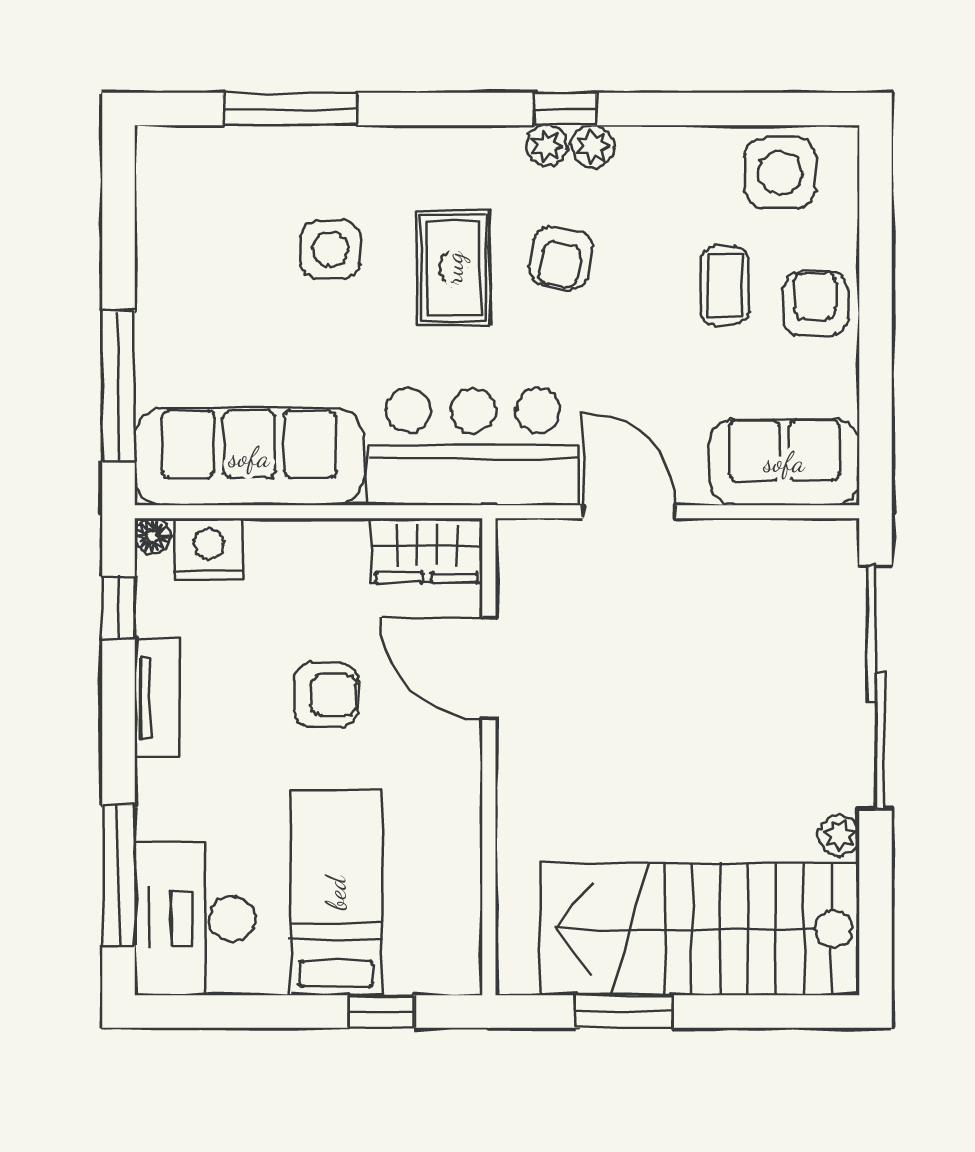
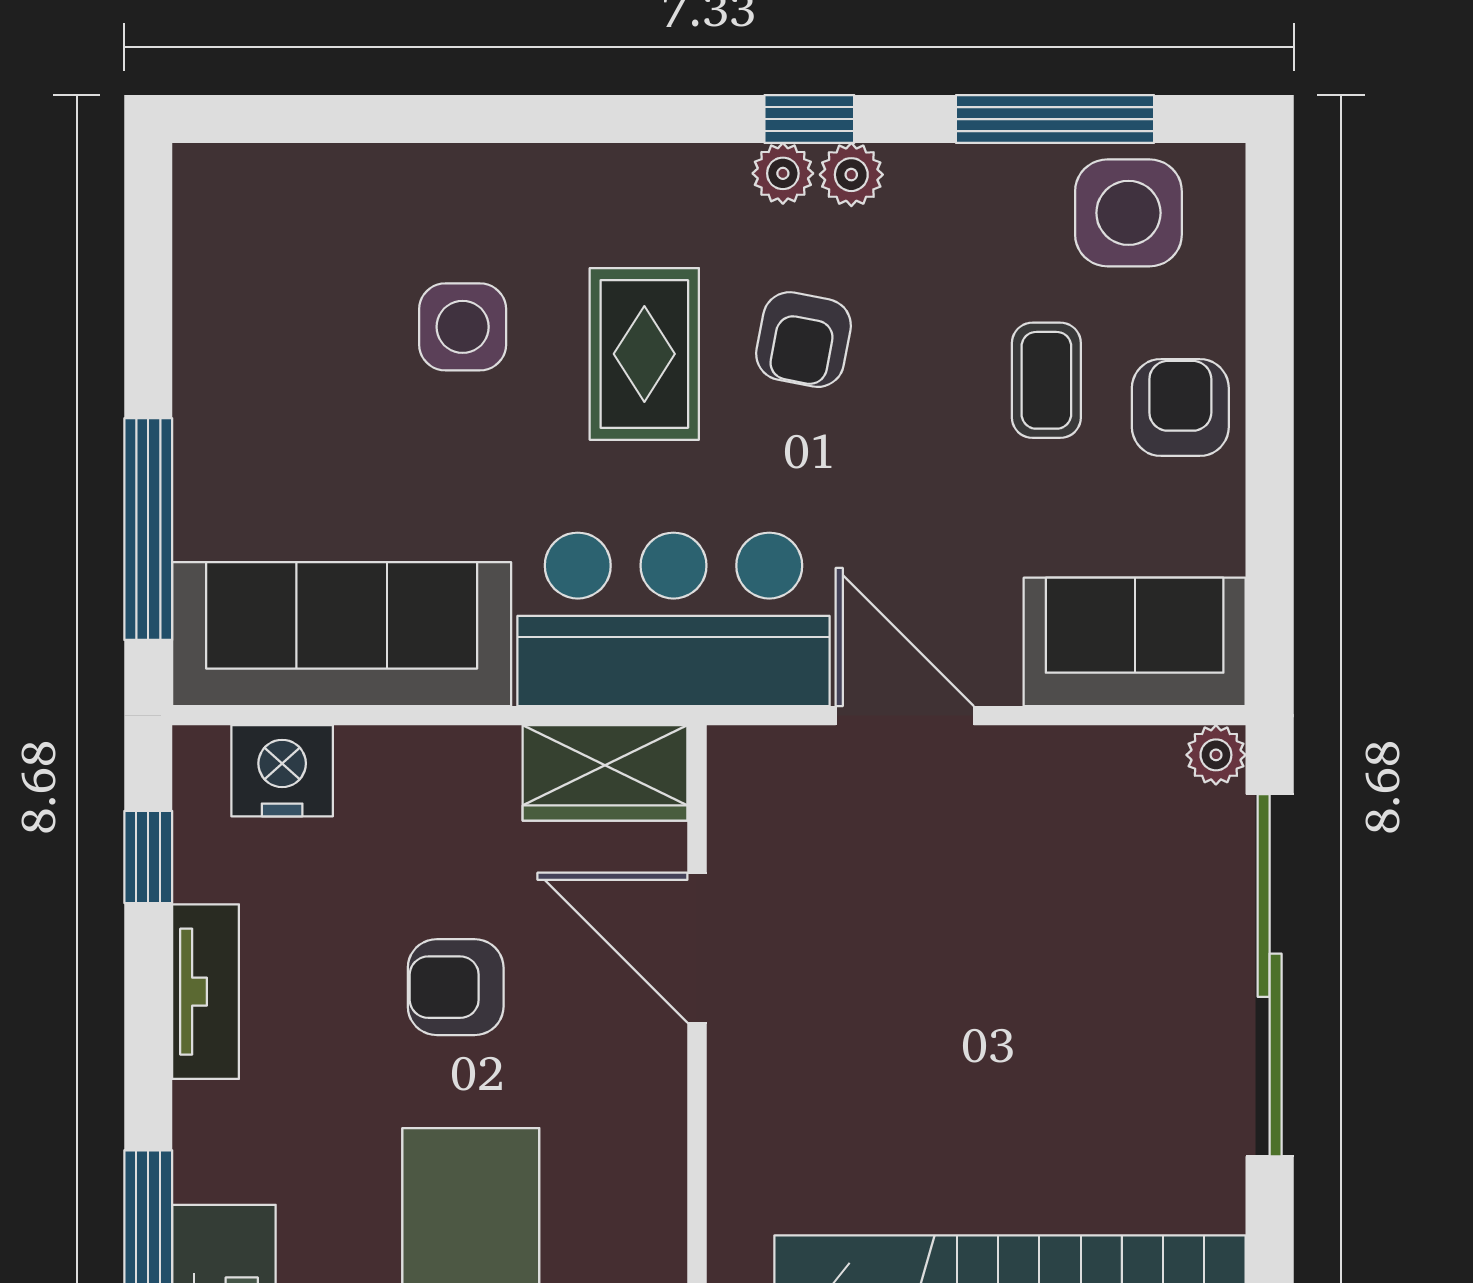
window: (290, 109) -> (1055, 119), moved
floor lamp: (152, 536) -> (199, 752), removed
armchair: (326, 695) -> (456, 987), turned 180
plant: (839, 836) -> (1216, 755), moved

